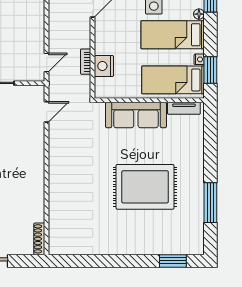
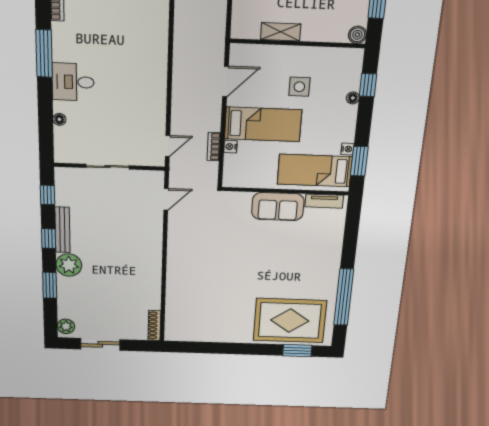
bed: (173, 35) -> (263, 124), moved, turned 180
nightstand: (104, 66) -> (230, 147), width x0.53, depth x0.56
sofa: (136, 115) -> (278, 207), width x0.73
rug: (145, 187) -> (290, 321), moved
window: (210, 203) -> (344, 297), width x1.46

